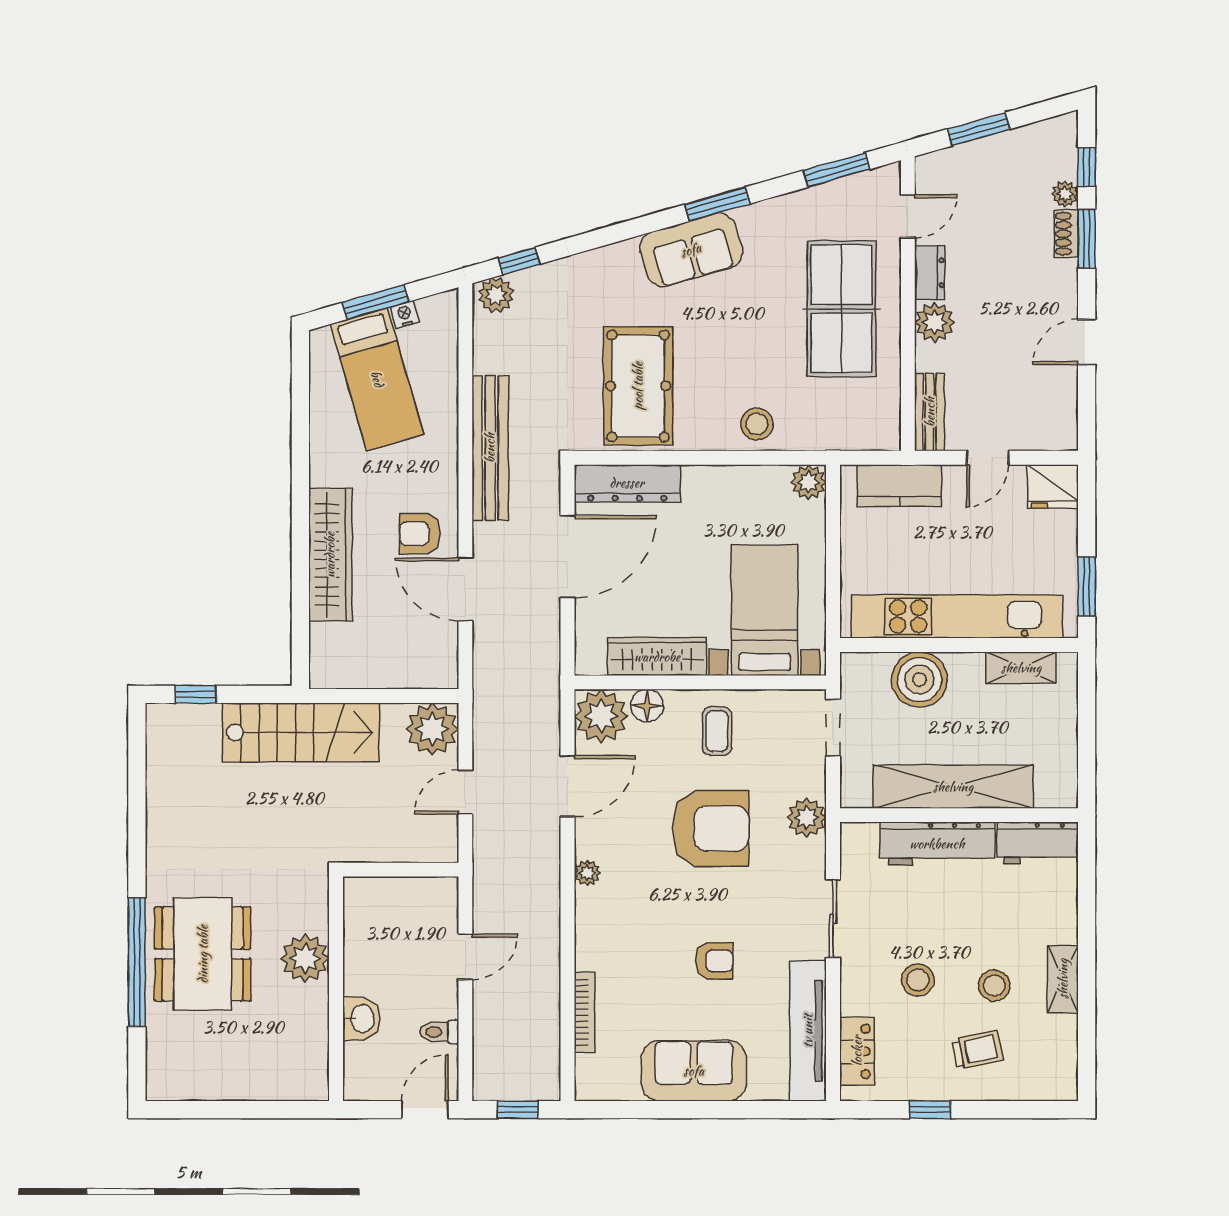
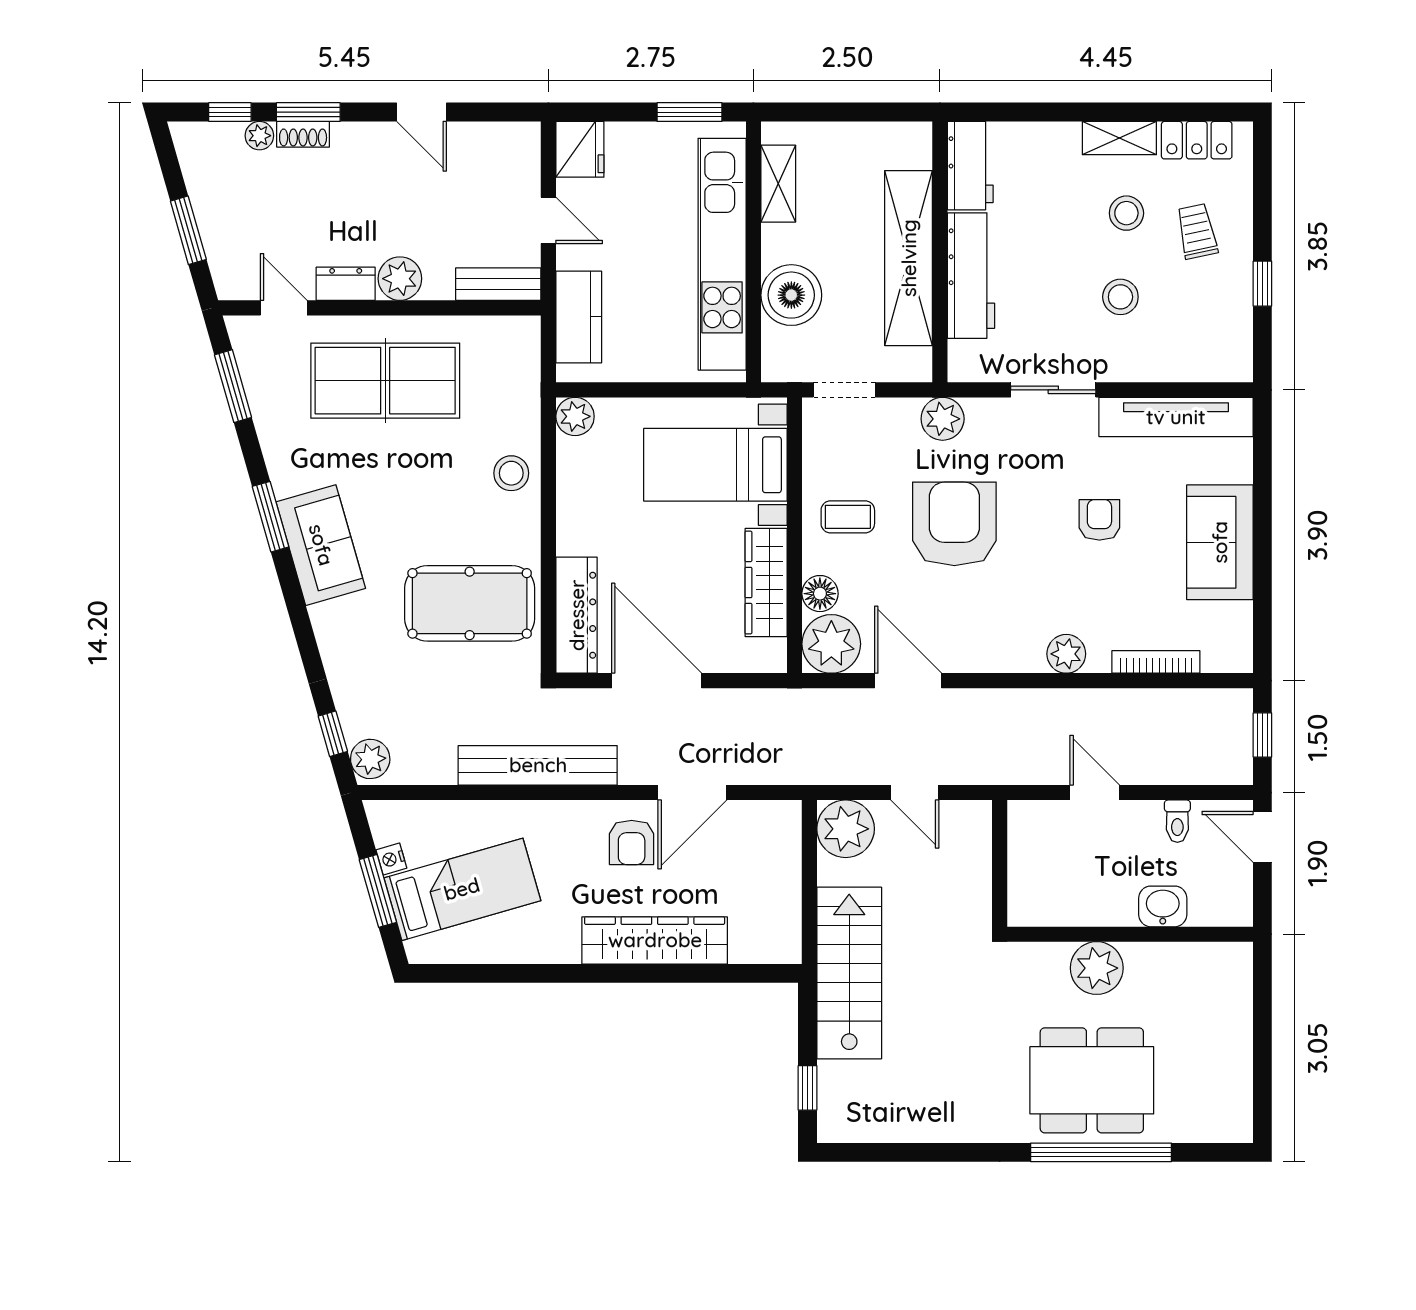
plant: (587, 873) -> (1066, 654), moved, width x1.38, depth x1.38
locker: (857, 1051) -> (1197, 140), moved, turned 180

